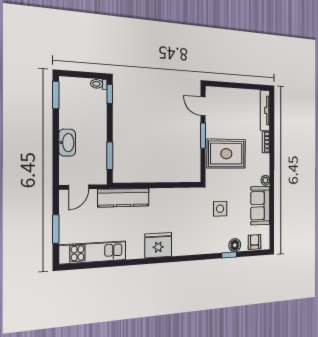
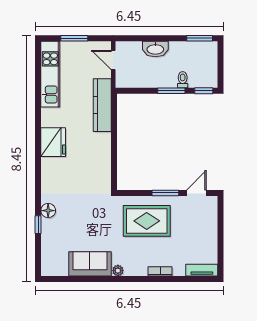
toilet: (99, 84) -> (183, 80), moved
tv unit: (265, 110) -> (202, 270), width x0.71
rug: (226, 154) -> (147, 221), turned 90
window: (110, 156) -> (171, 91), moved
side table: (220, 209) -> (88, 213), removed
armchair: (255, 242) -> (50, 257), removed
floor lamp: (235, 245) -> (48, 211), moved

